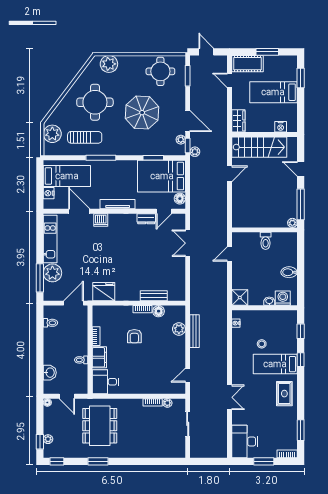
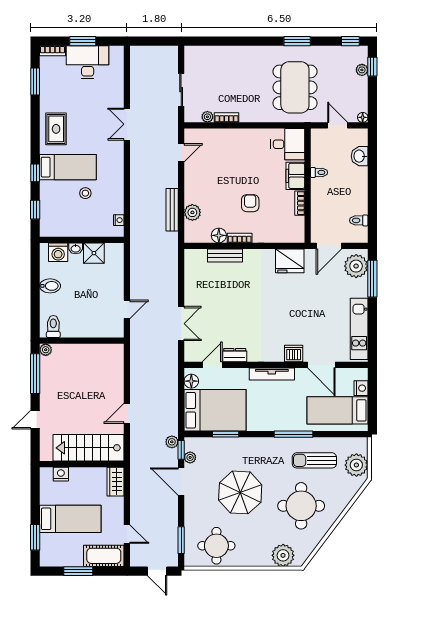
door: (301, 169) -> (35, 420), swing flipped
toilet: (266, 241) -> (53, 327), moved
plant: (52, 273) -> (356, 266), moved
shower: (240, 298) -> (94, 253), moved
desk: (245, 442) -> (88, 62), moved, turned -90

